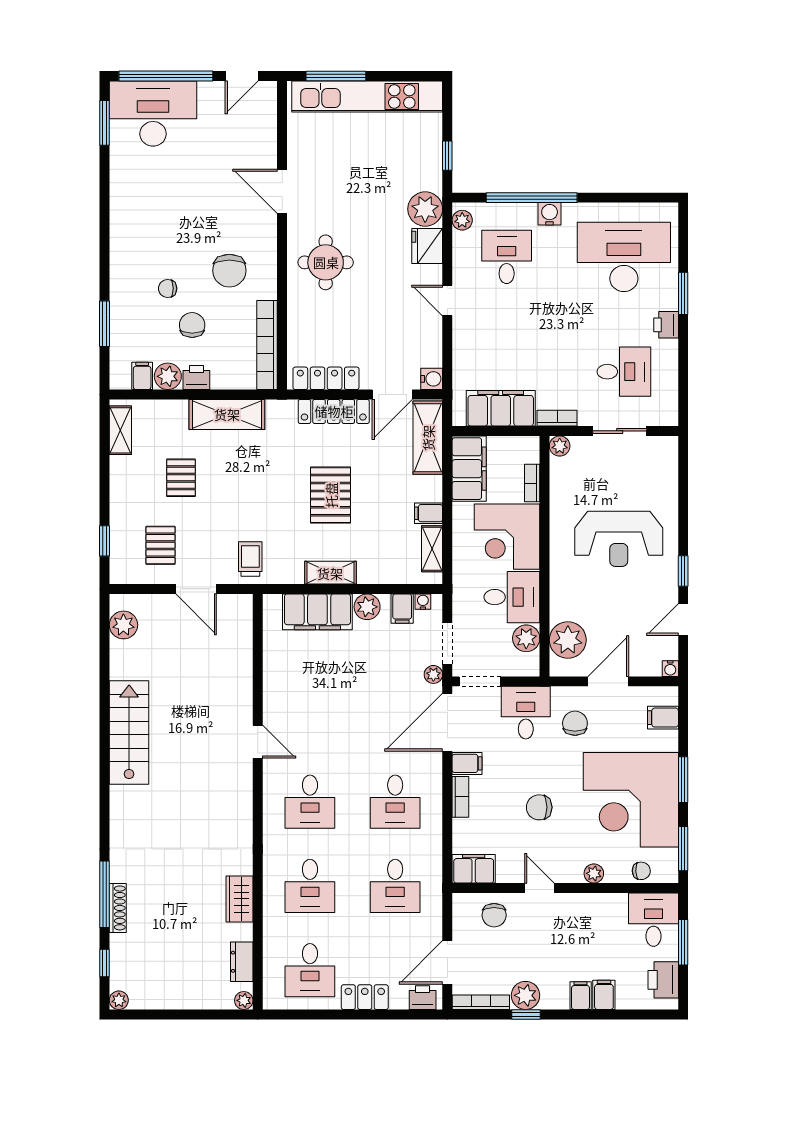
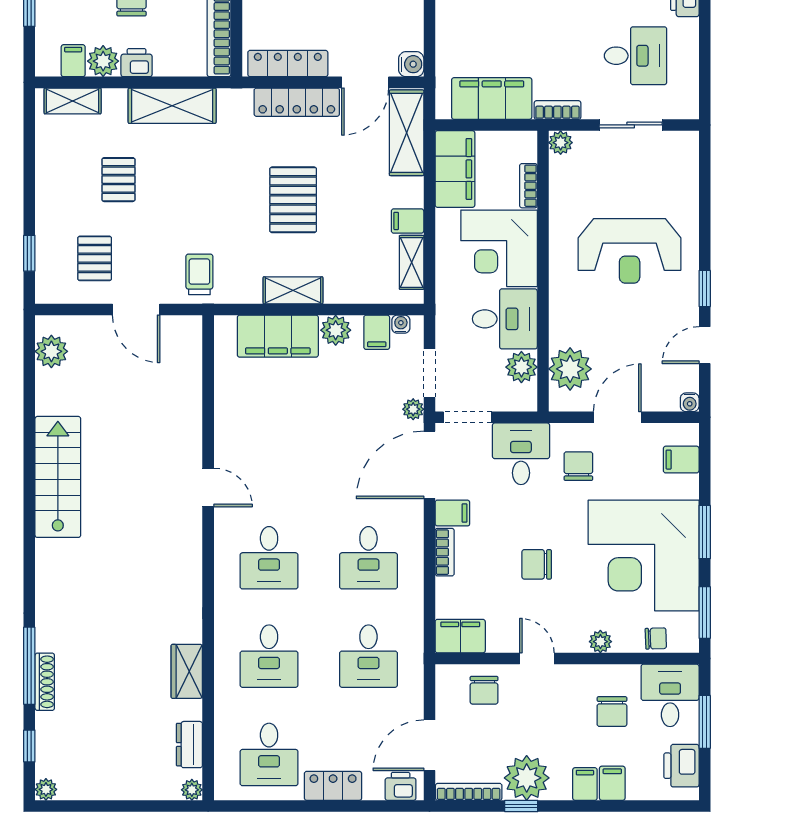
shelving: (120, 430) -> (73, 101), moved, turned 90
chair: (604, 933) -> (612, 712), added
plant: (526, 995) -> (527, 778), width x1.36, depth x1.36

